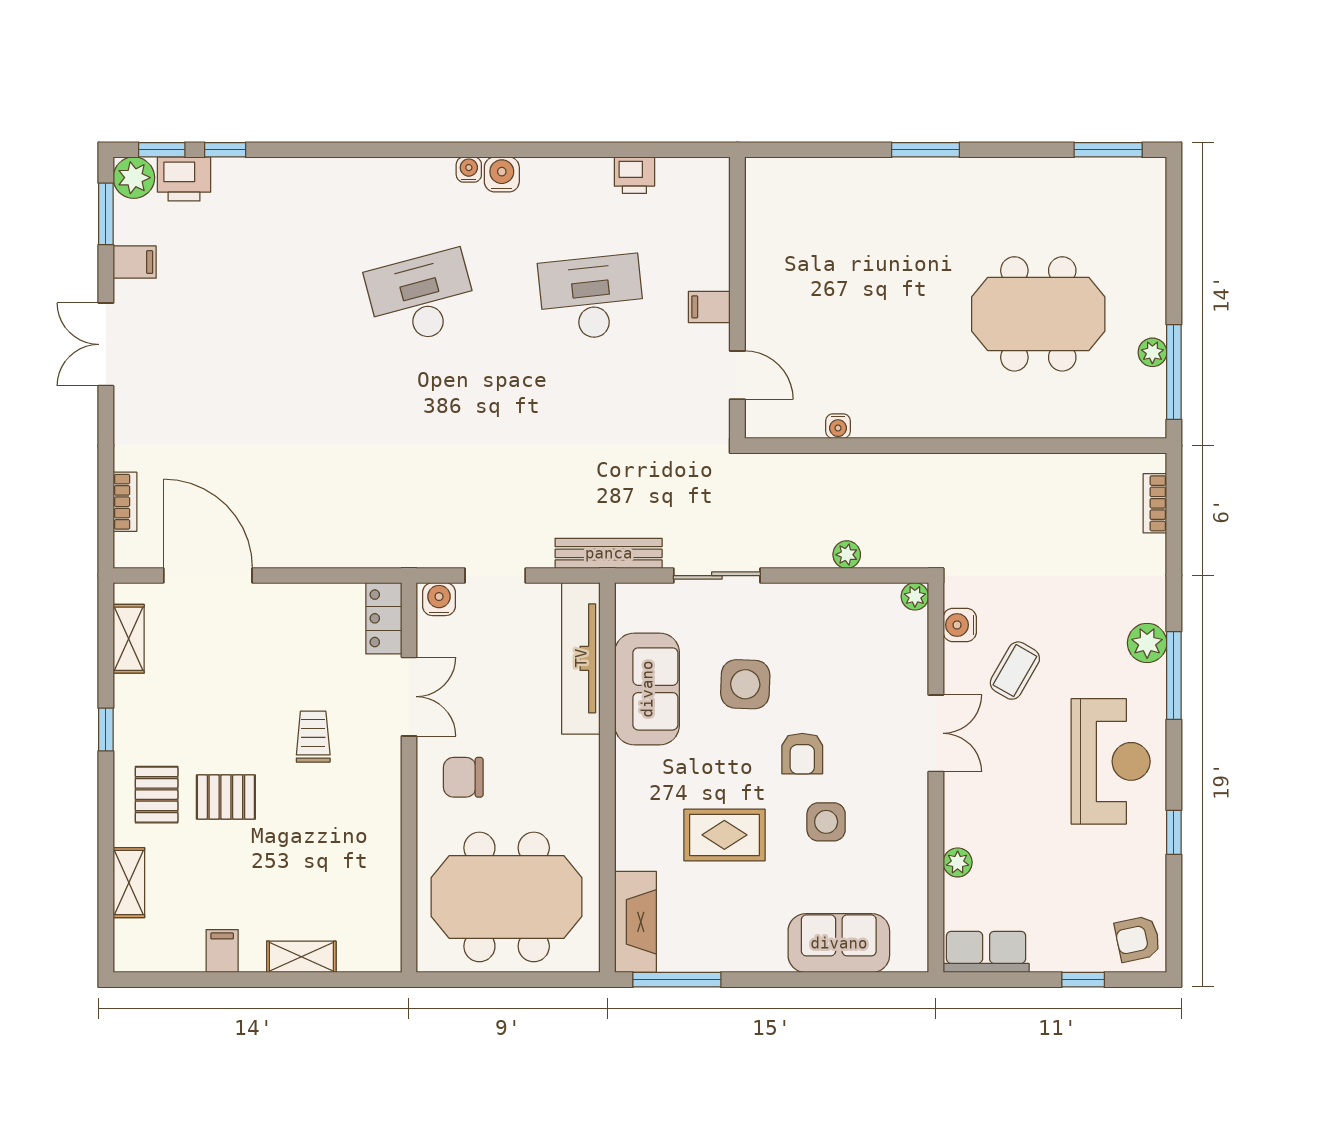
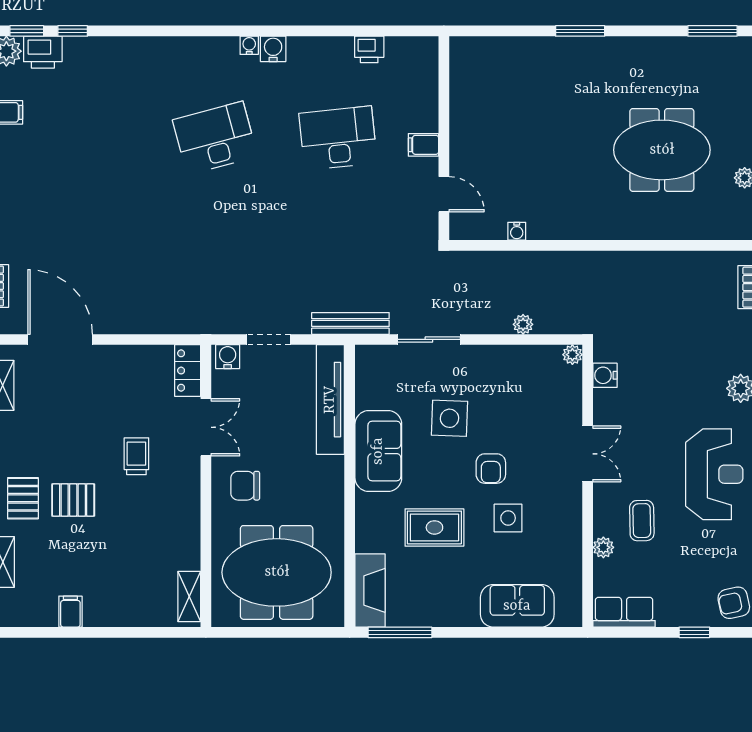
coffee table: (1015, 671) -> (642, 521), moved, turned -31
sofa: (647, 689) -> (378, 451), moved
shelving: (301, 957) -> (189, 596), moved, turned 90

